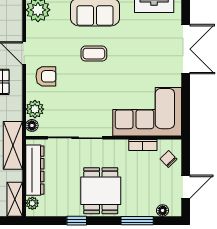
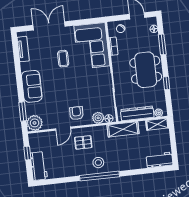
coffee table: (94, 54) -> (63, 59), moved
dining table: (101, 191) -> (146, 70), width x1.38

